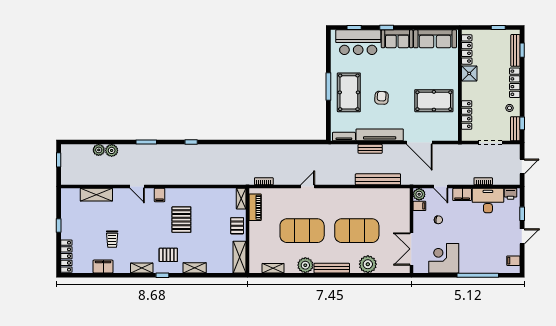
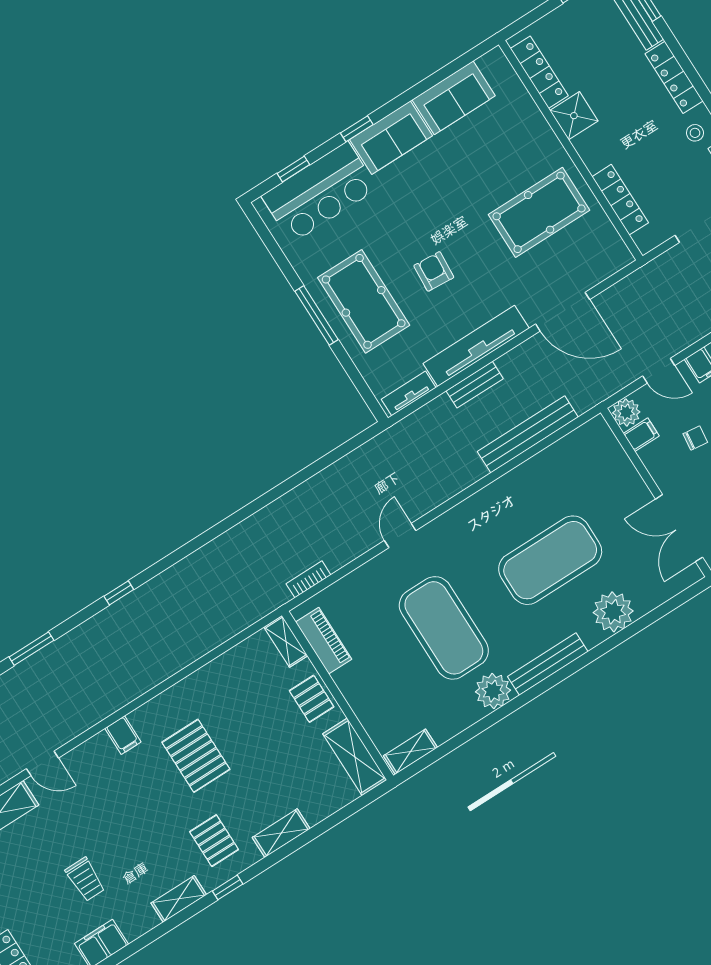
sofa: (435, 39) -> (454, 98), width x0.73
door: (137, 187) -> (42, 763), moved
exercise mat: (302, 231) -> (444, 628), turned 90
pallet: (168, 255) -> (214, 841), turned 90
shelving: (273, 268) -> (410, 752), moved

